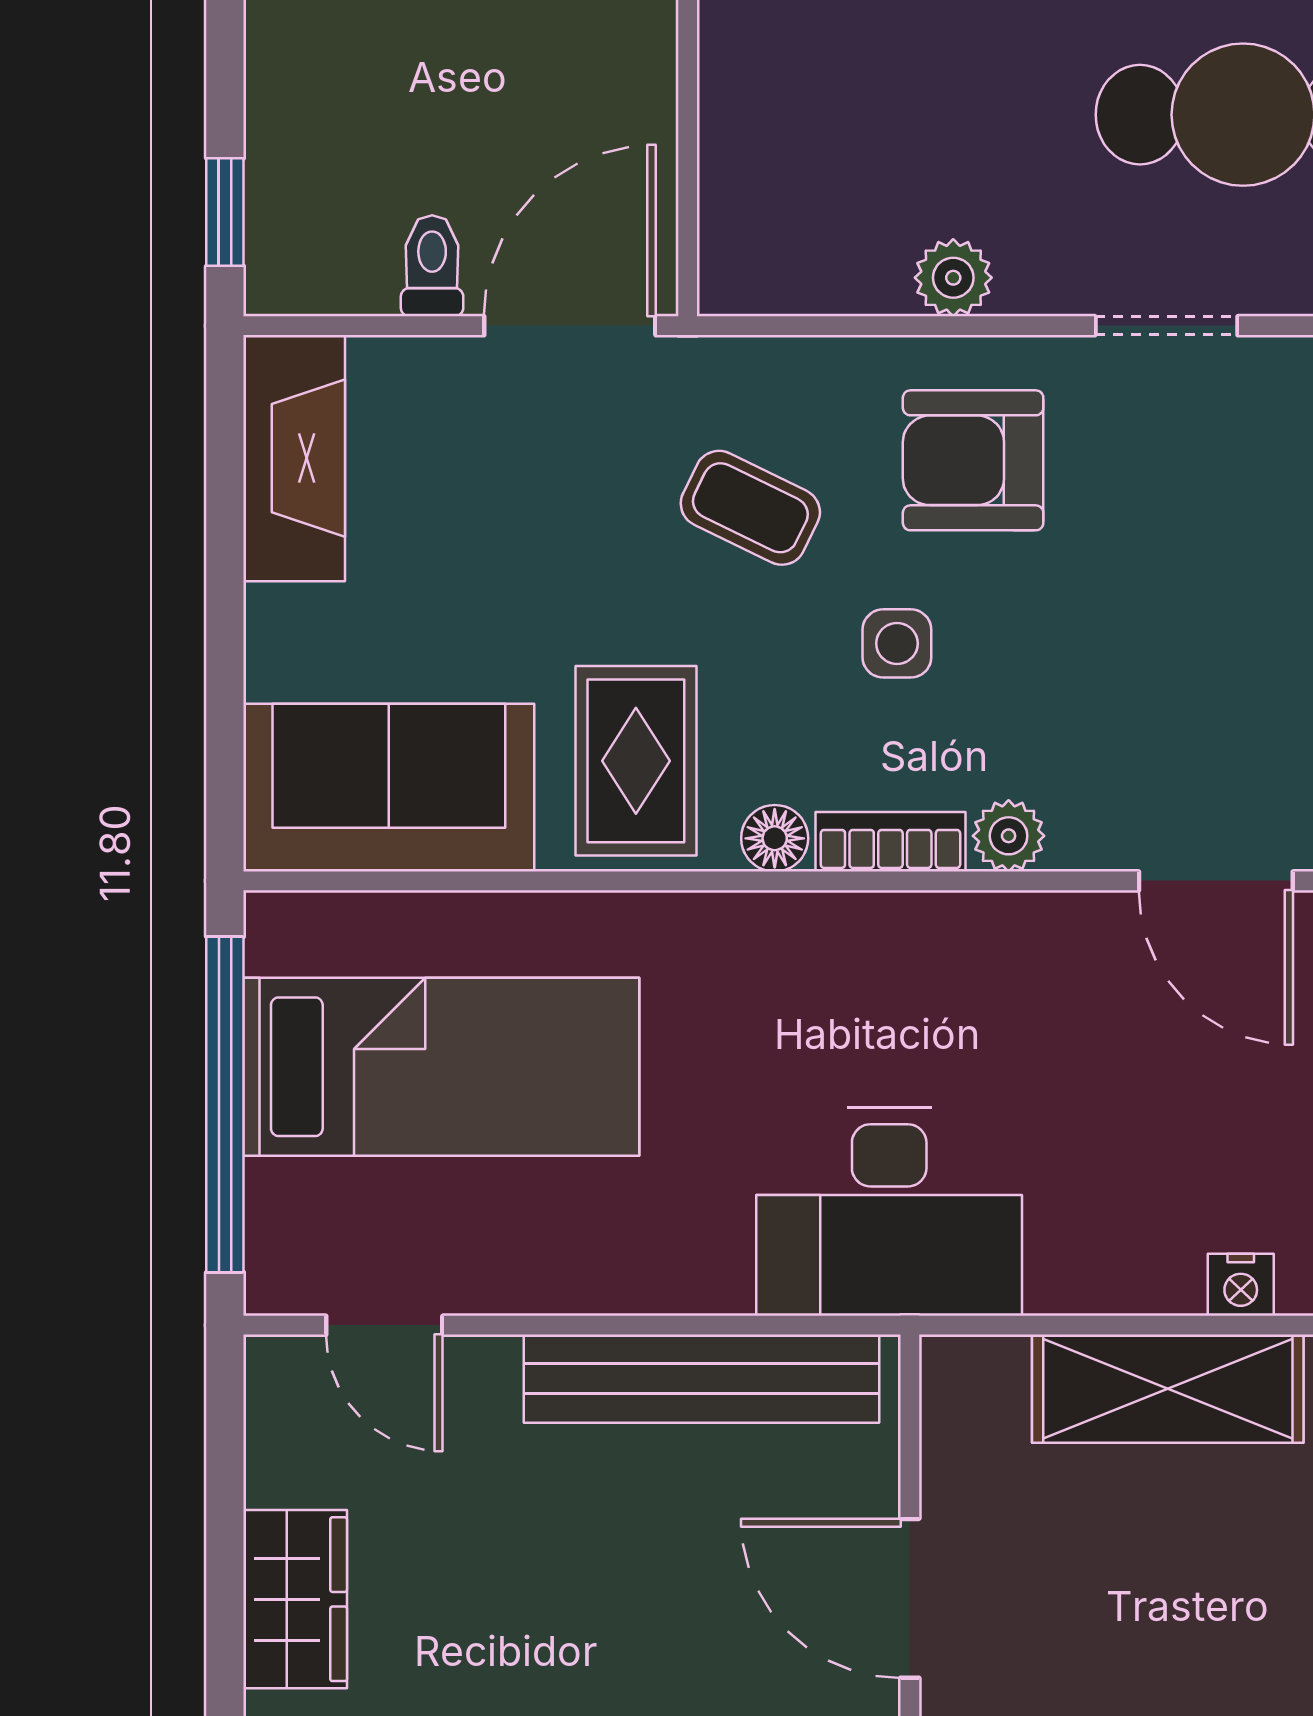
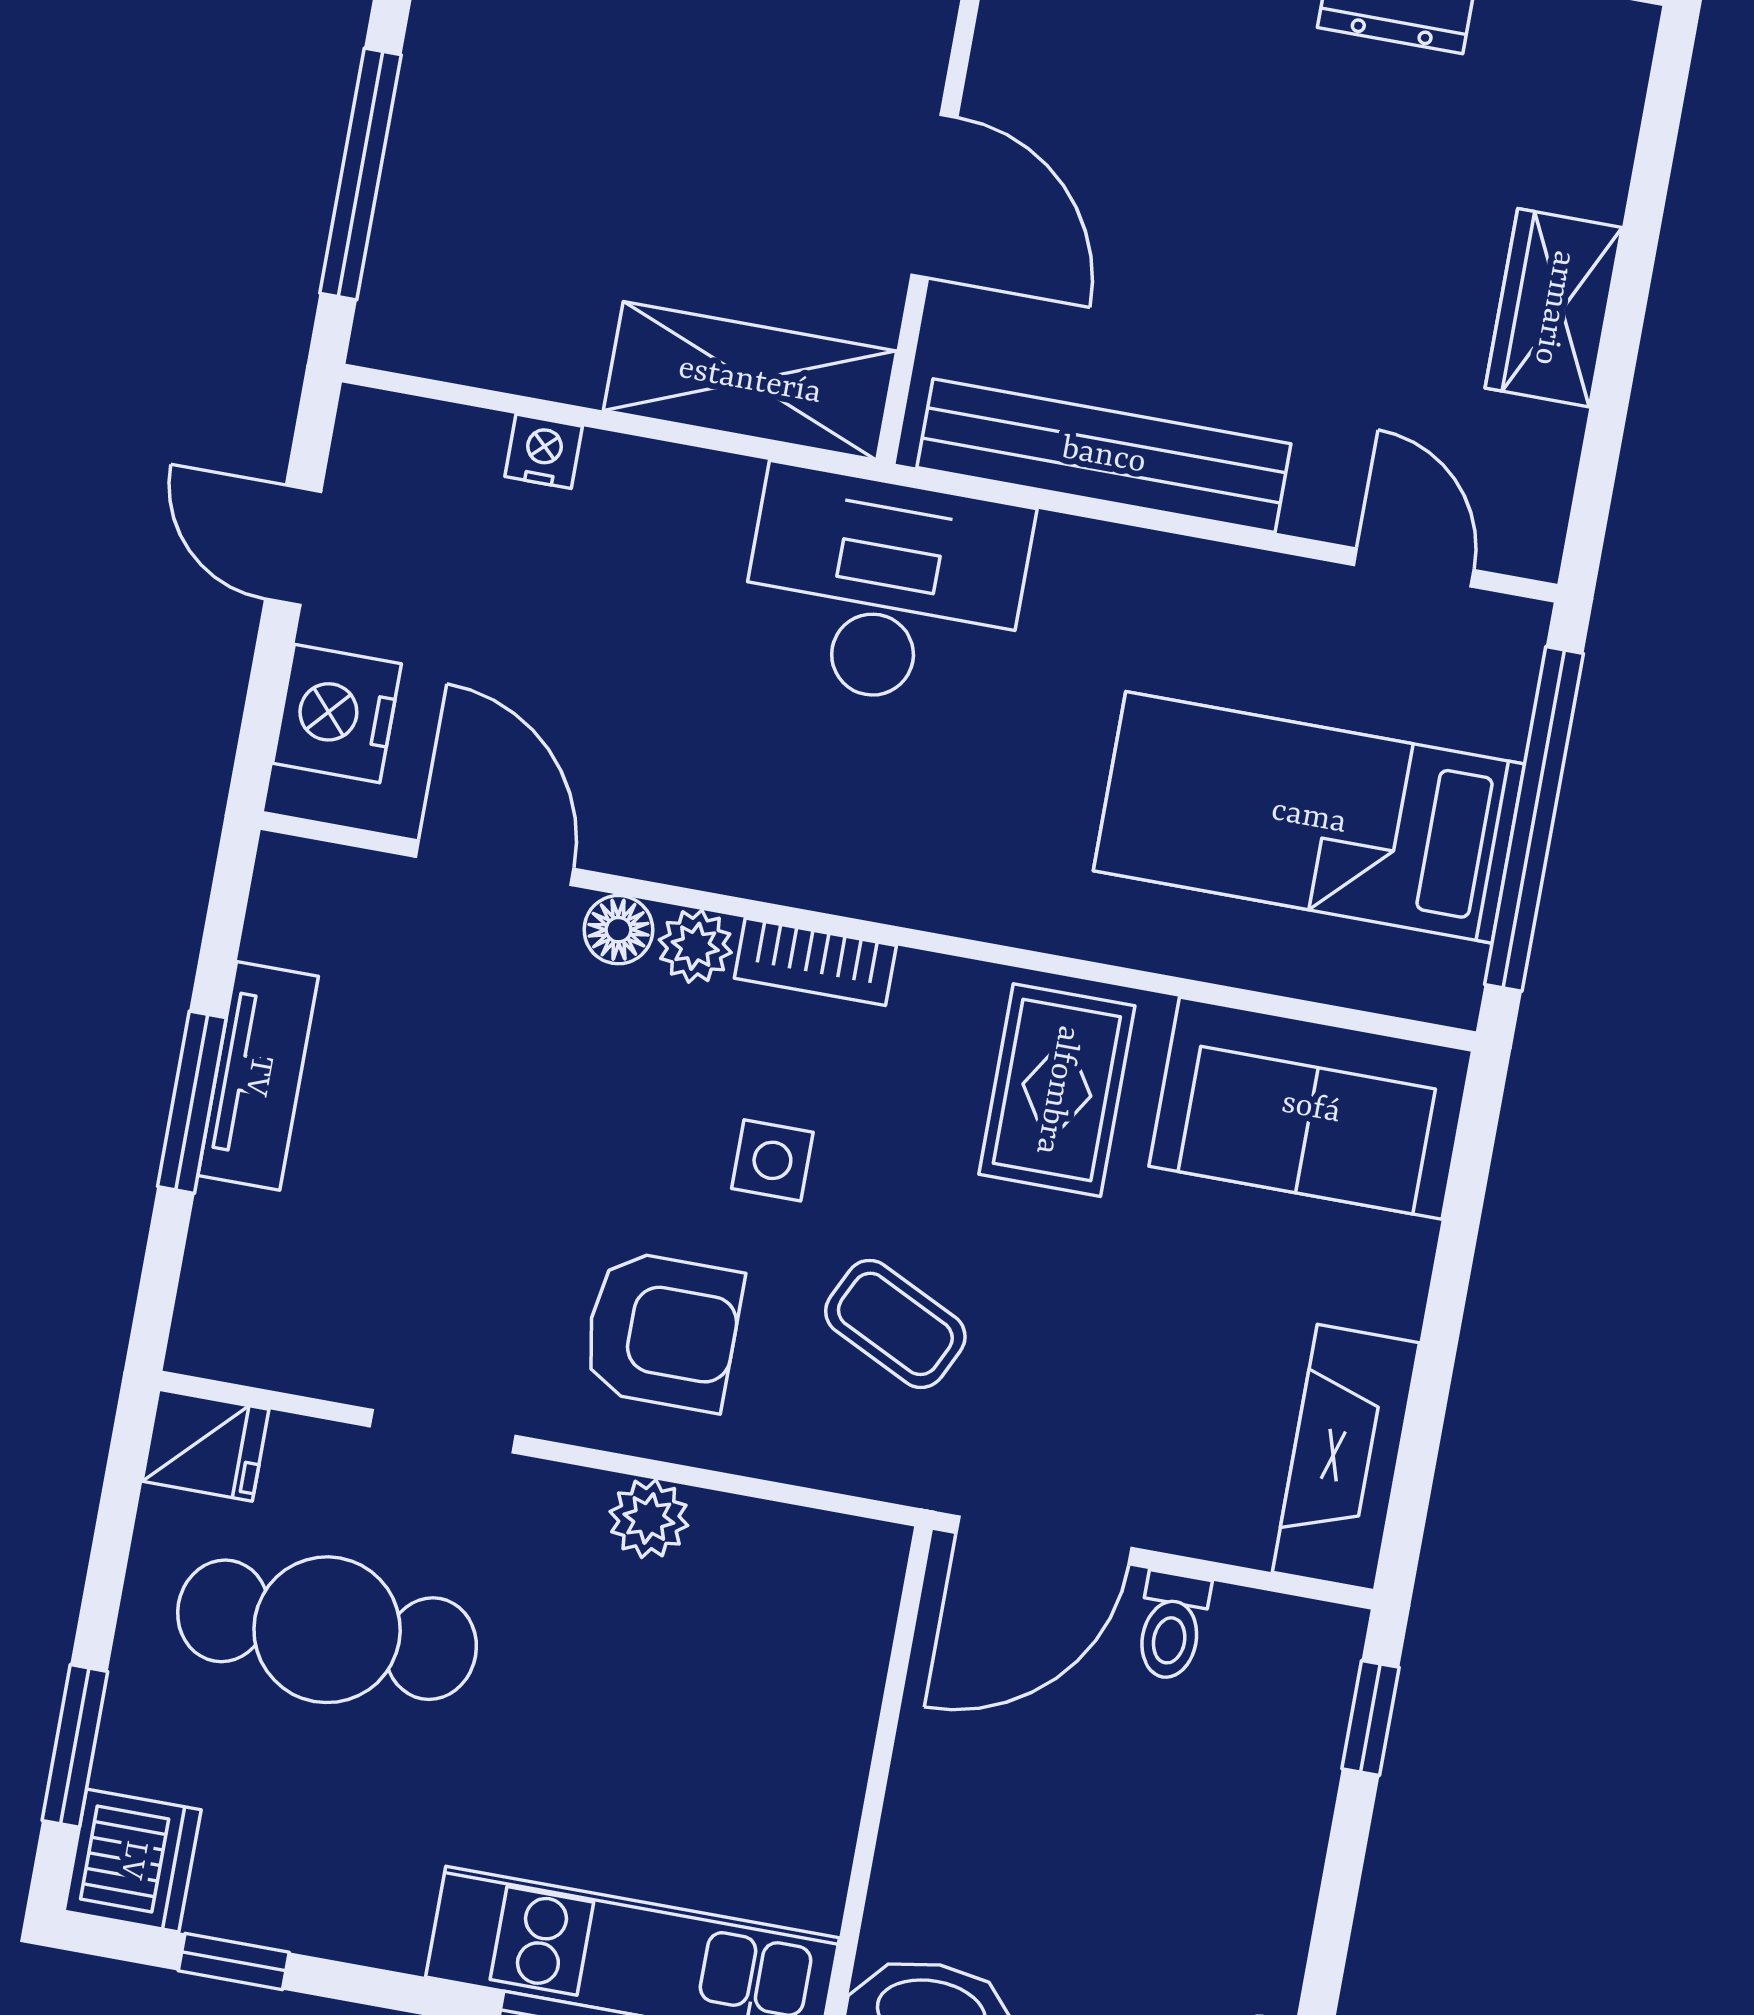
floor lamp: (775, 838) -> (618, 930), moved
shelving: (1168, 1389) -> (750, 381), moved

